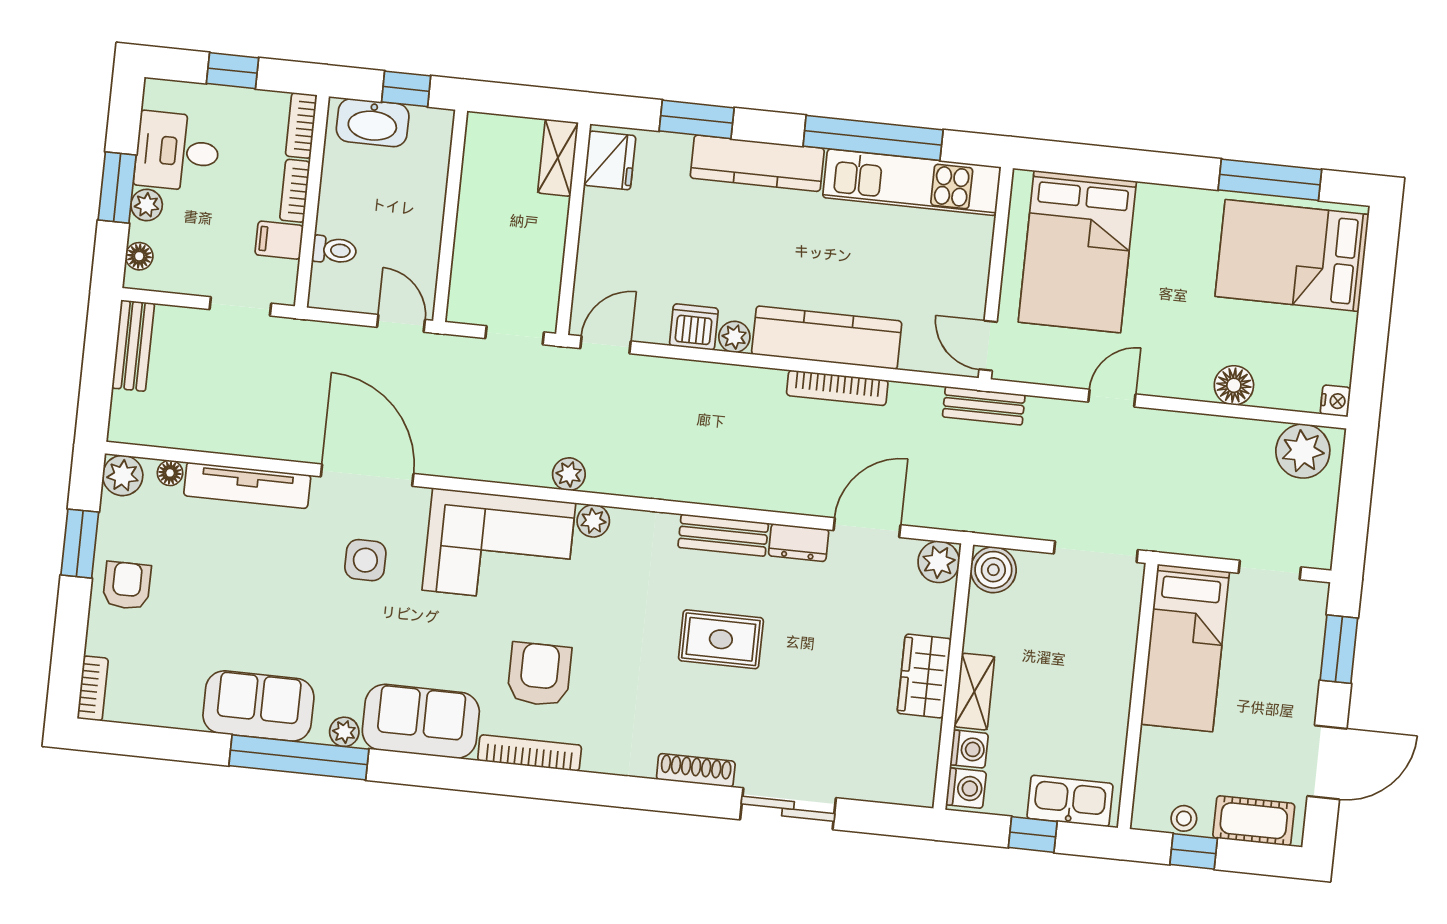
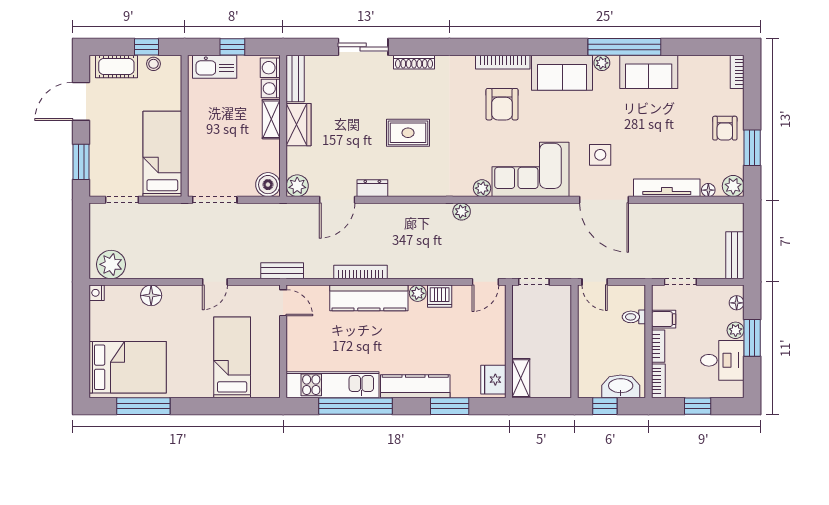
bed: (1077, 252) -> (232, 357), width x0.67
plant: (569, 474) -> (462, 212), moved
bench: (723, 535) -> (295, 78), moved, turned 90

